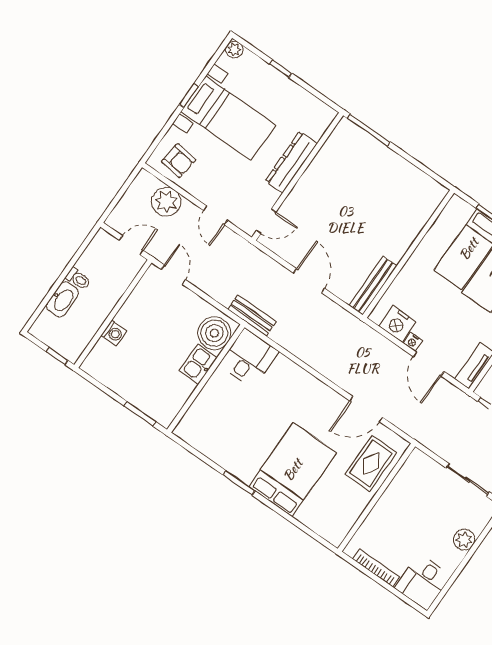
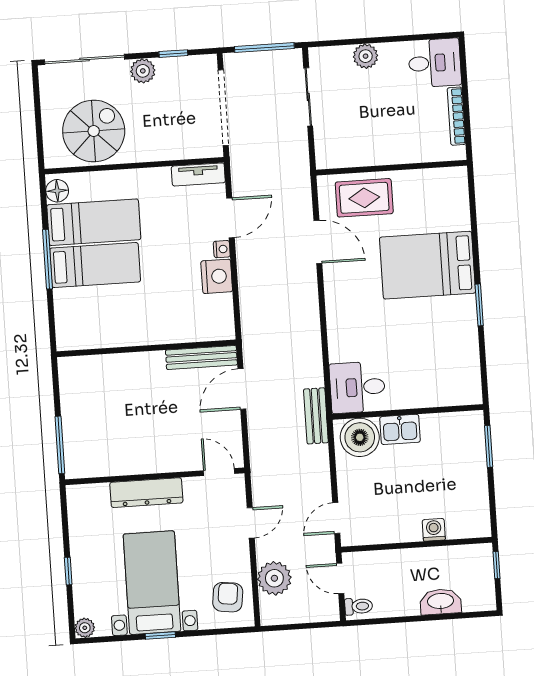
wall: (408, 254) -> (146, 348), moved
toilet: (78, 279) -> (359, 606), moved, turned 90
bench: (373, 286) -> (201, 357), moved

